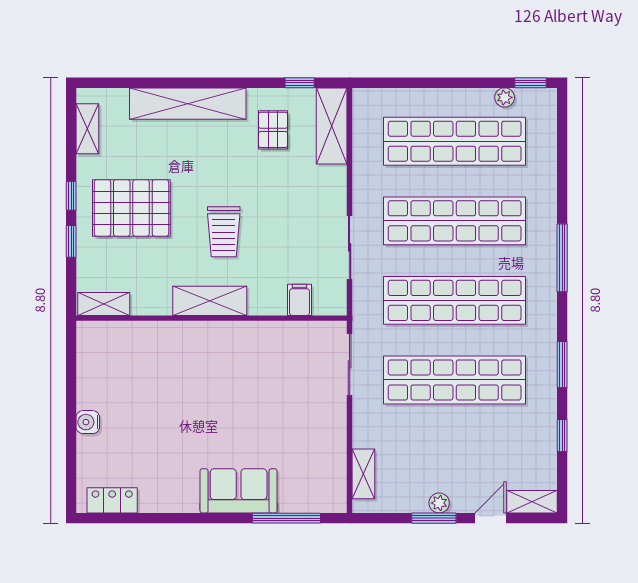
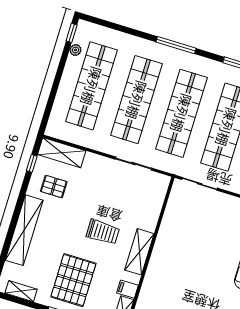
filing cabinet: (300, 300) -> (127, 289), moved

